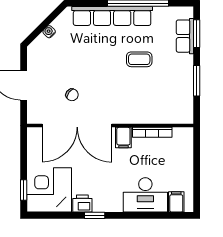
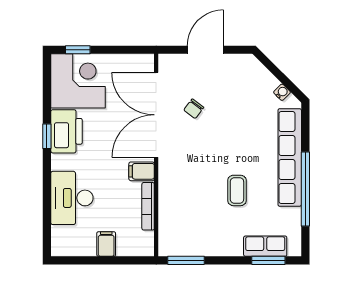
water cooler: (49, 32) -> (282, 92), moved
window: (197, 81) -> (186, 260), moved
filing cabinet: (176, 202) -> (106, 244), moved, turned -90
printer: (82, 203) -> (67, 131), width x1.87, depth x1.48

